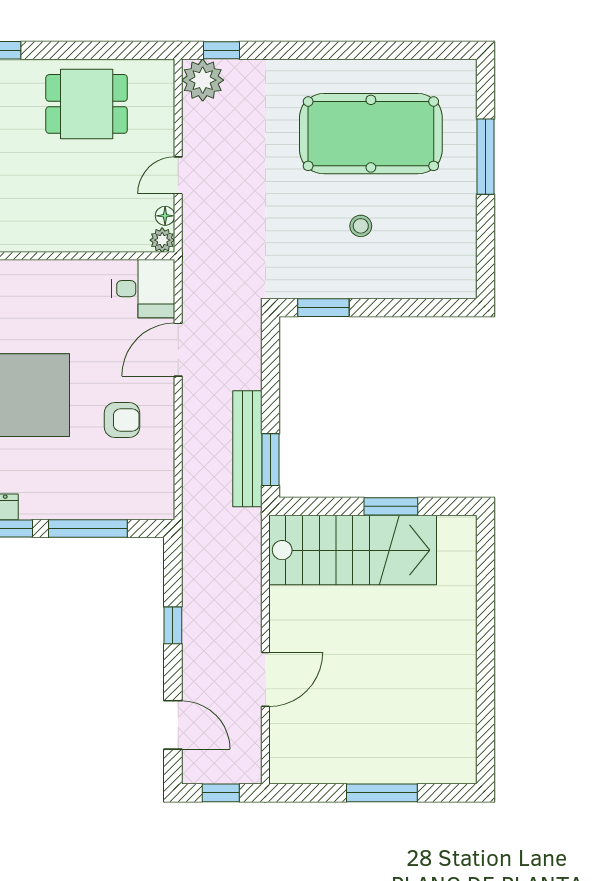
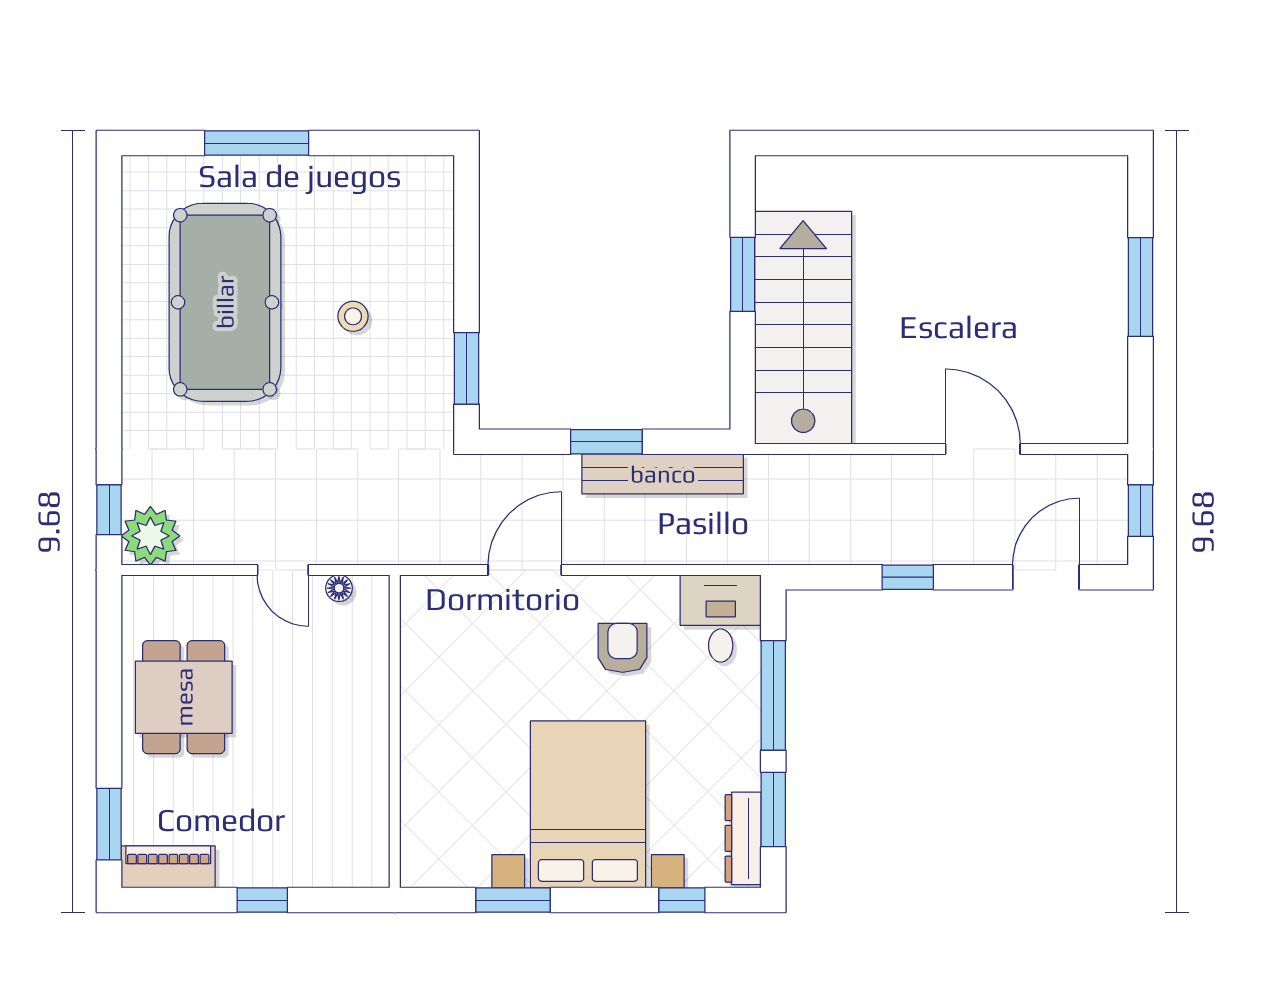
plant: (162, 240) -> (373, 592), removed
desk: (143, 289) -> (721, 618), moved
door: (178, 350) -> (525, 570), swing flipped
window: (271, 460) -> (606, 442), moved

